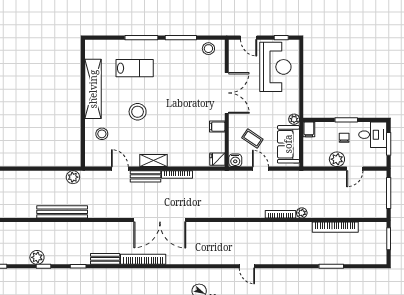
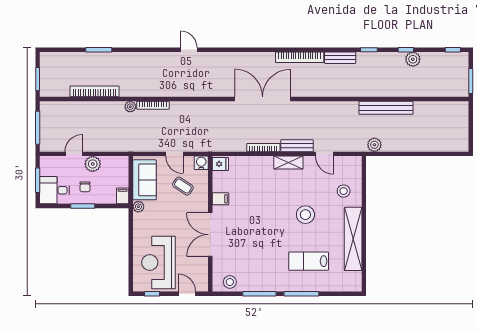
double door: (160, 220) -> (263, 99), moved

